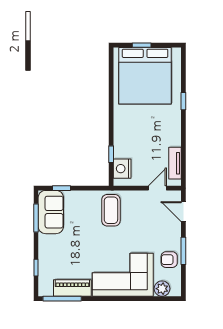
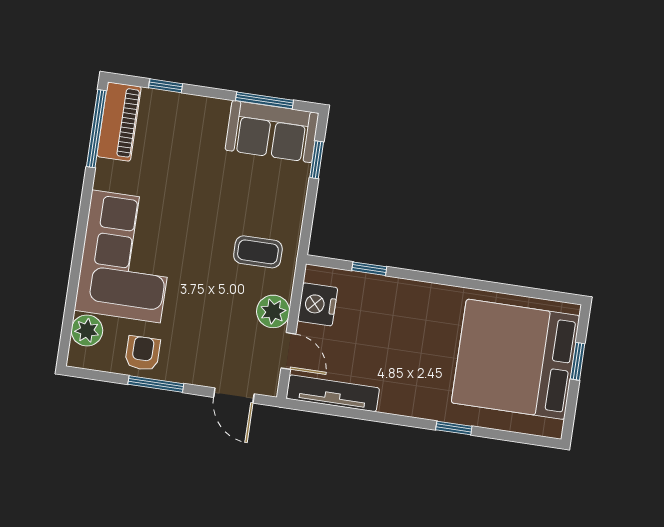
tv unit: (175, 163) -> (333, 393), width x1.41
nightstand: (122, 169) -> (318, 304), moved, turned -90
plant: (139, 198) -> (273, 311), added
coffee table: (111, 210) -> (258, 252), width x0.73, depth x0.77
door: (183, 212) -> (234, 396), swing flipped
piano: (72, 288) -> (119, 122), moved

